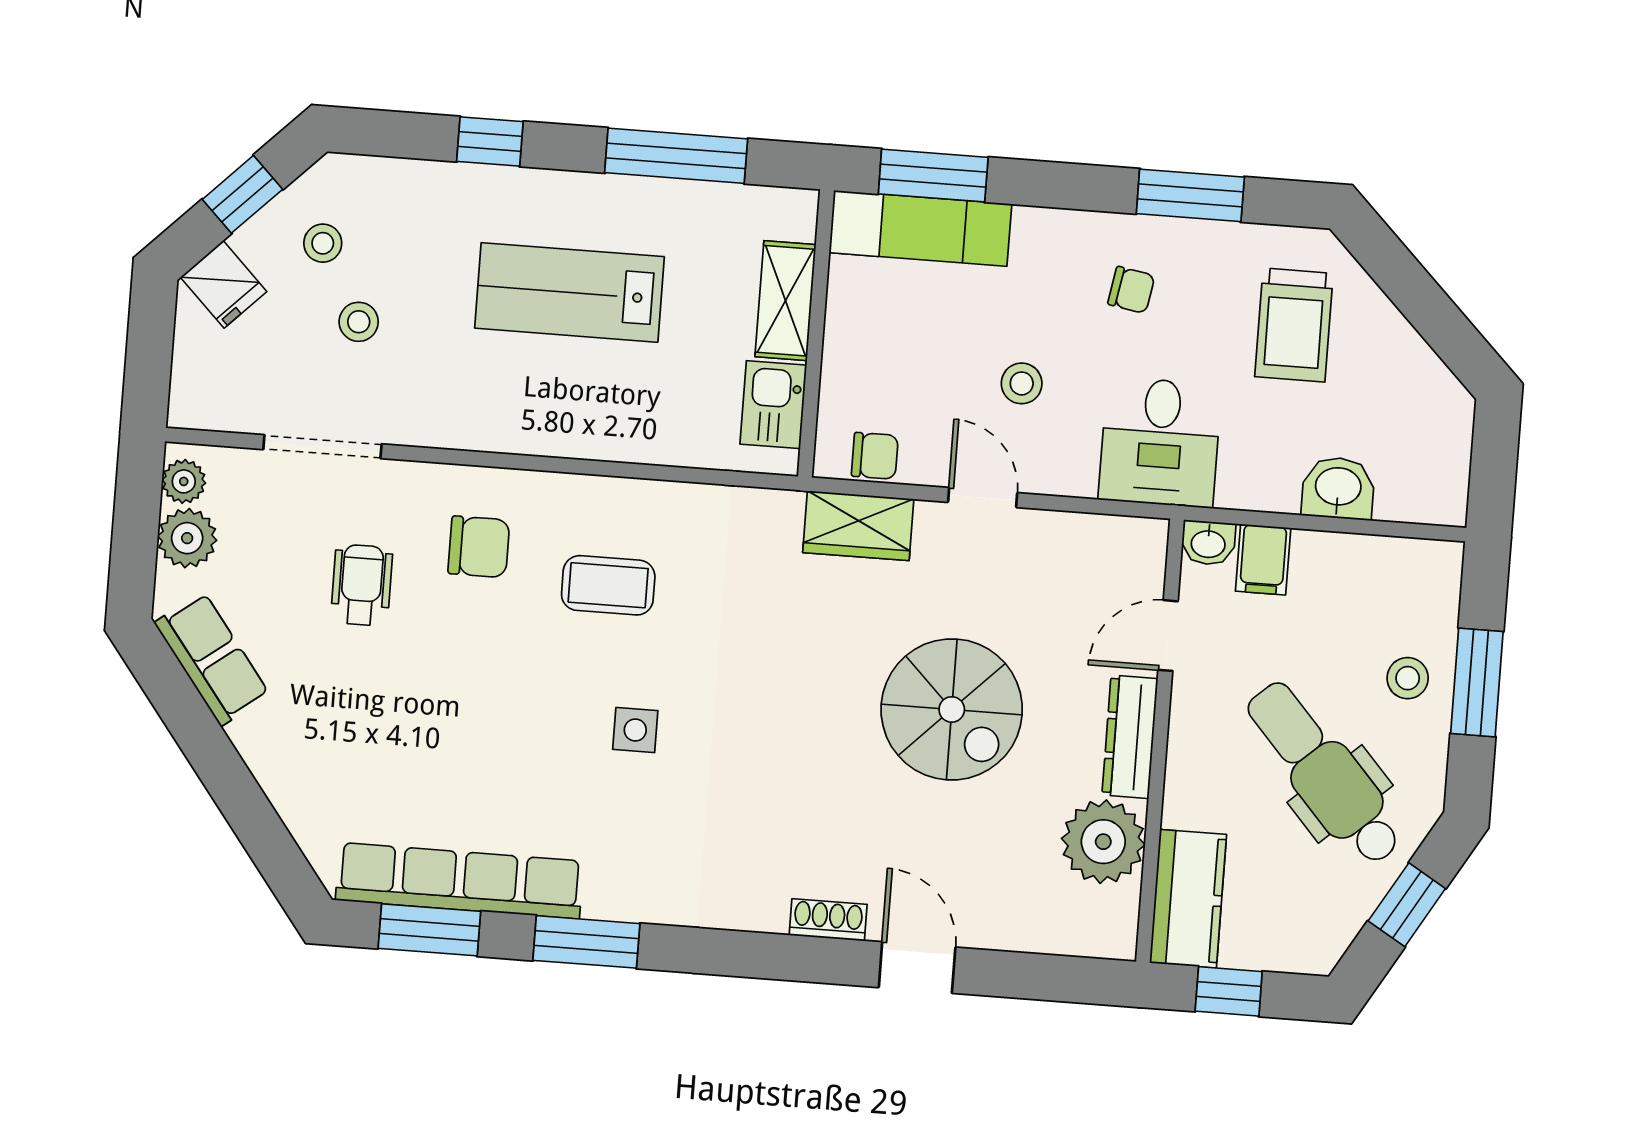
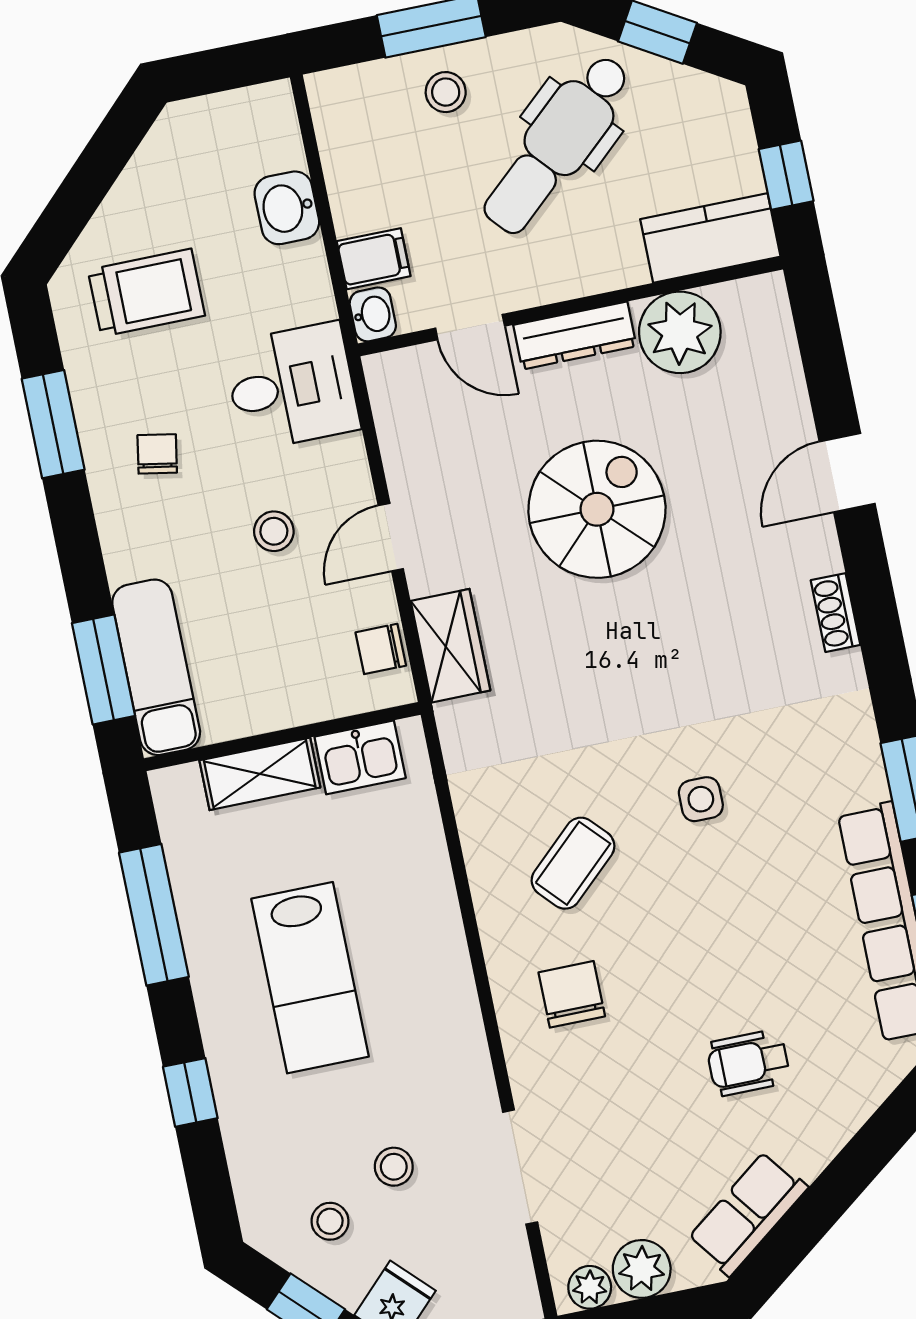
chair: (875, 456) -> (381, 649), turned -90
wheelchair: (362, 585) -> (748, 1063), moved
coffee table: (608, 585) -> (573, 863), turned 47
shoe rack: (828, 920) -> (835, 613), moved

